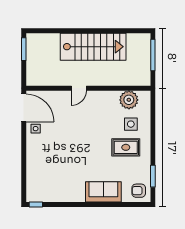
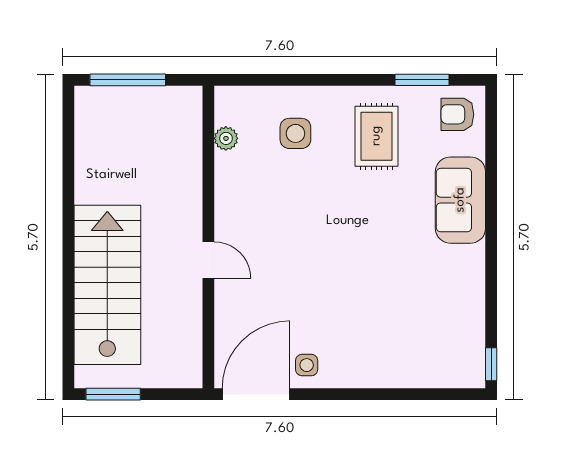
stairs: (93, 47) -> (107, 285), moved
plant: (129, 100) -> (226, 138), width x0.53, depth x0.53
rug: (126, 147) -> (376, 136), moved
armchair: (139, 191) -> (457, 114), turned 90

